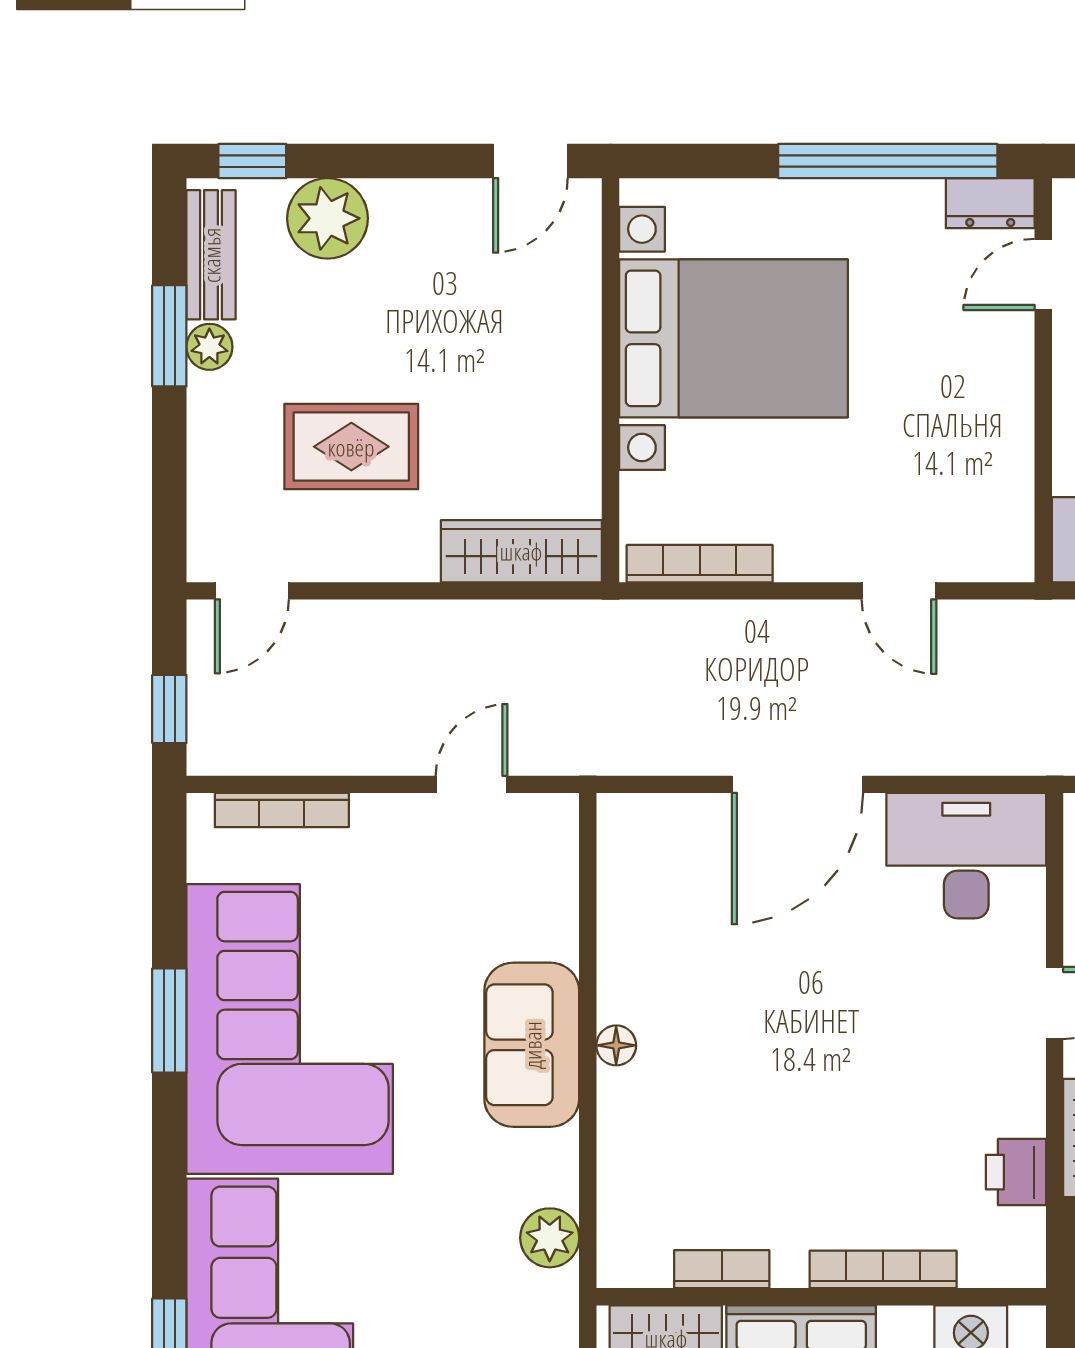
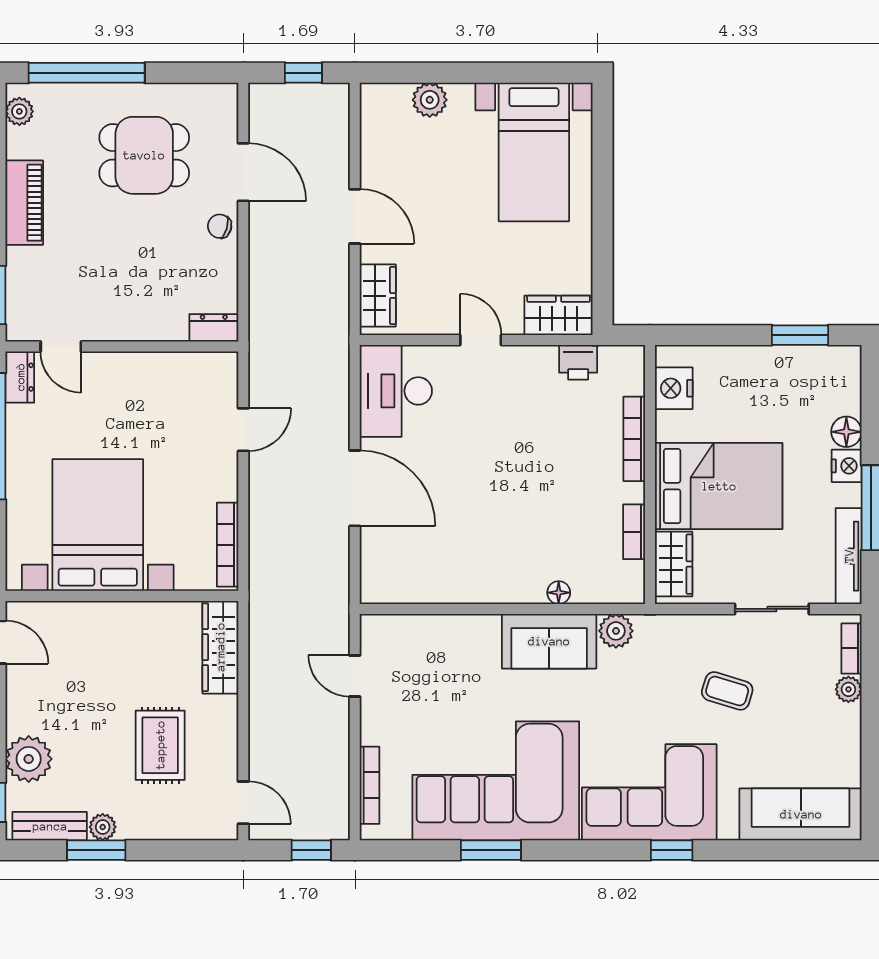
sofa: (532, 1045) -> (549, 641), moved
floor lamp: (616, 1045) -> (559, 593), moved

